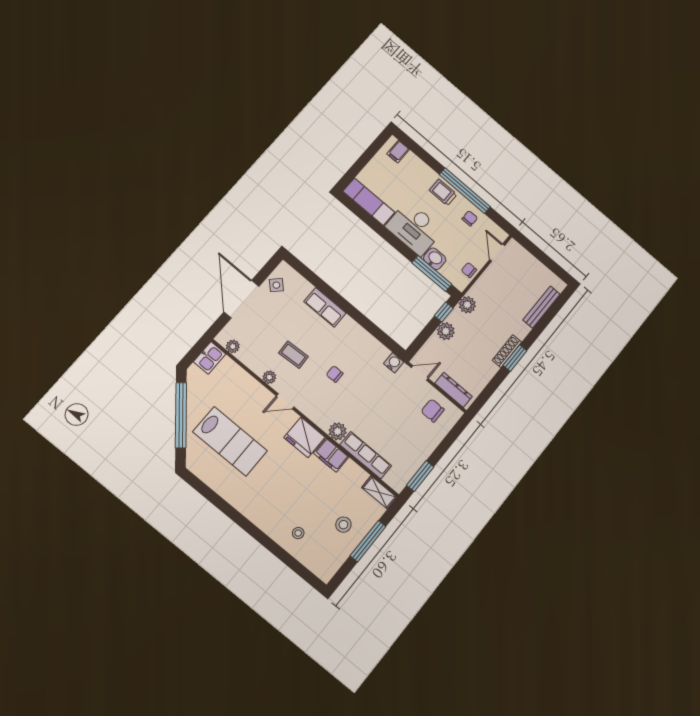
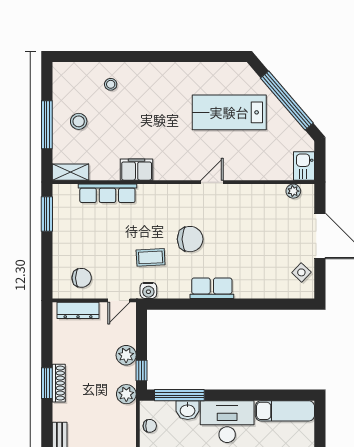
row of seats: (325, 307) -> (212, 288), moved
coffee table: (293, 355) -> (151, 257), moved
chair: (335, 374) -> (190, 239), width x1.87, depth x1.87
plant: (269, 377) -> (242, 191), removed
plant: (338, 431) -> (148, 194), removed
fridge: (304, 437) -> (171, 166), removed

